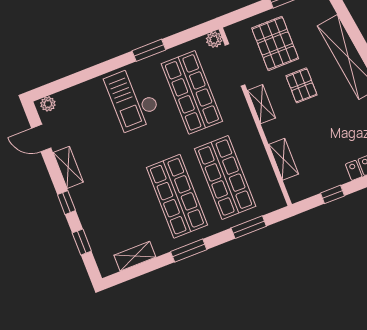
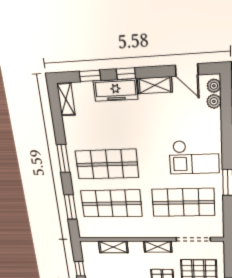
plant: (214, 40) -> (214, 101), moved
checkout: (133, 98) -> (194, 157), turned 180
door: (41, 138) -> (187, 70), swing flipped
freezer: (88, 209) -> (116, 90), added
shelving: (135, 256) -> (66, 99), moved

